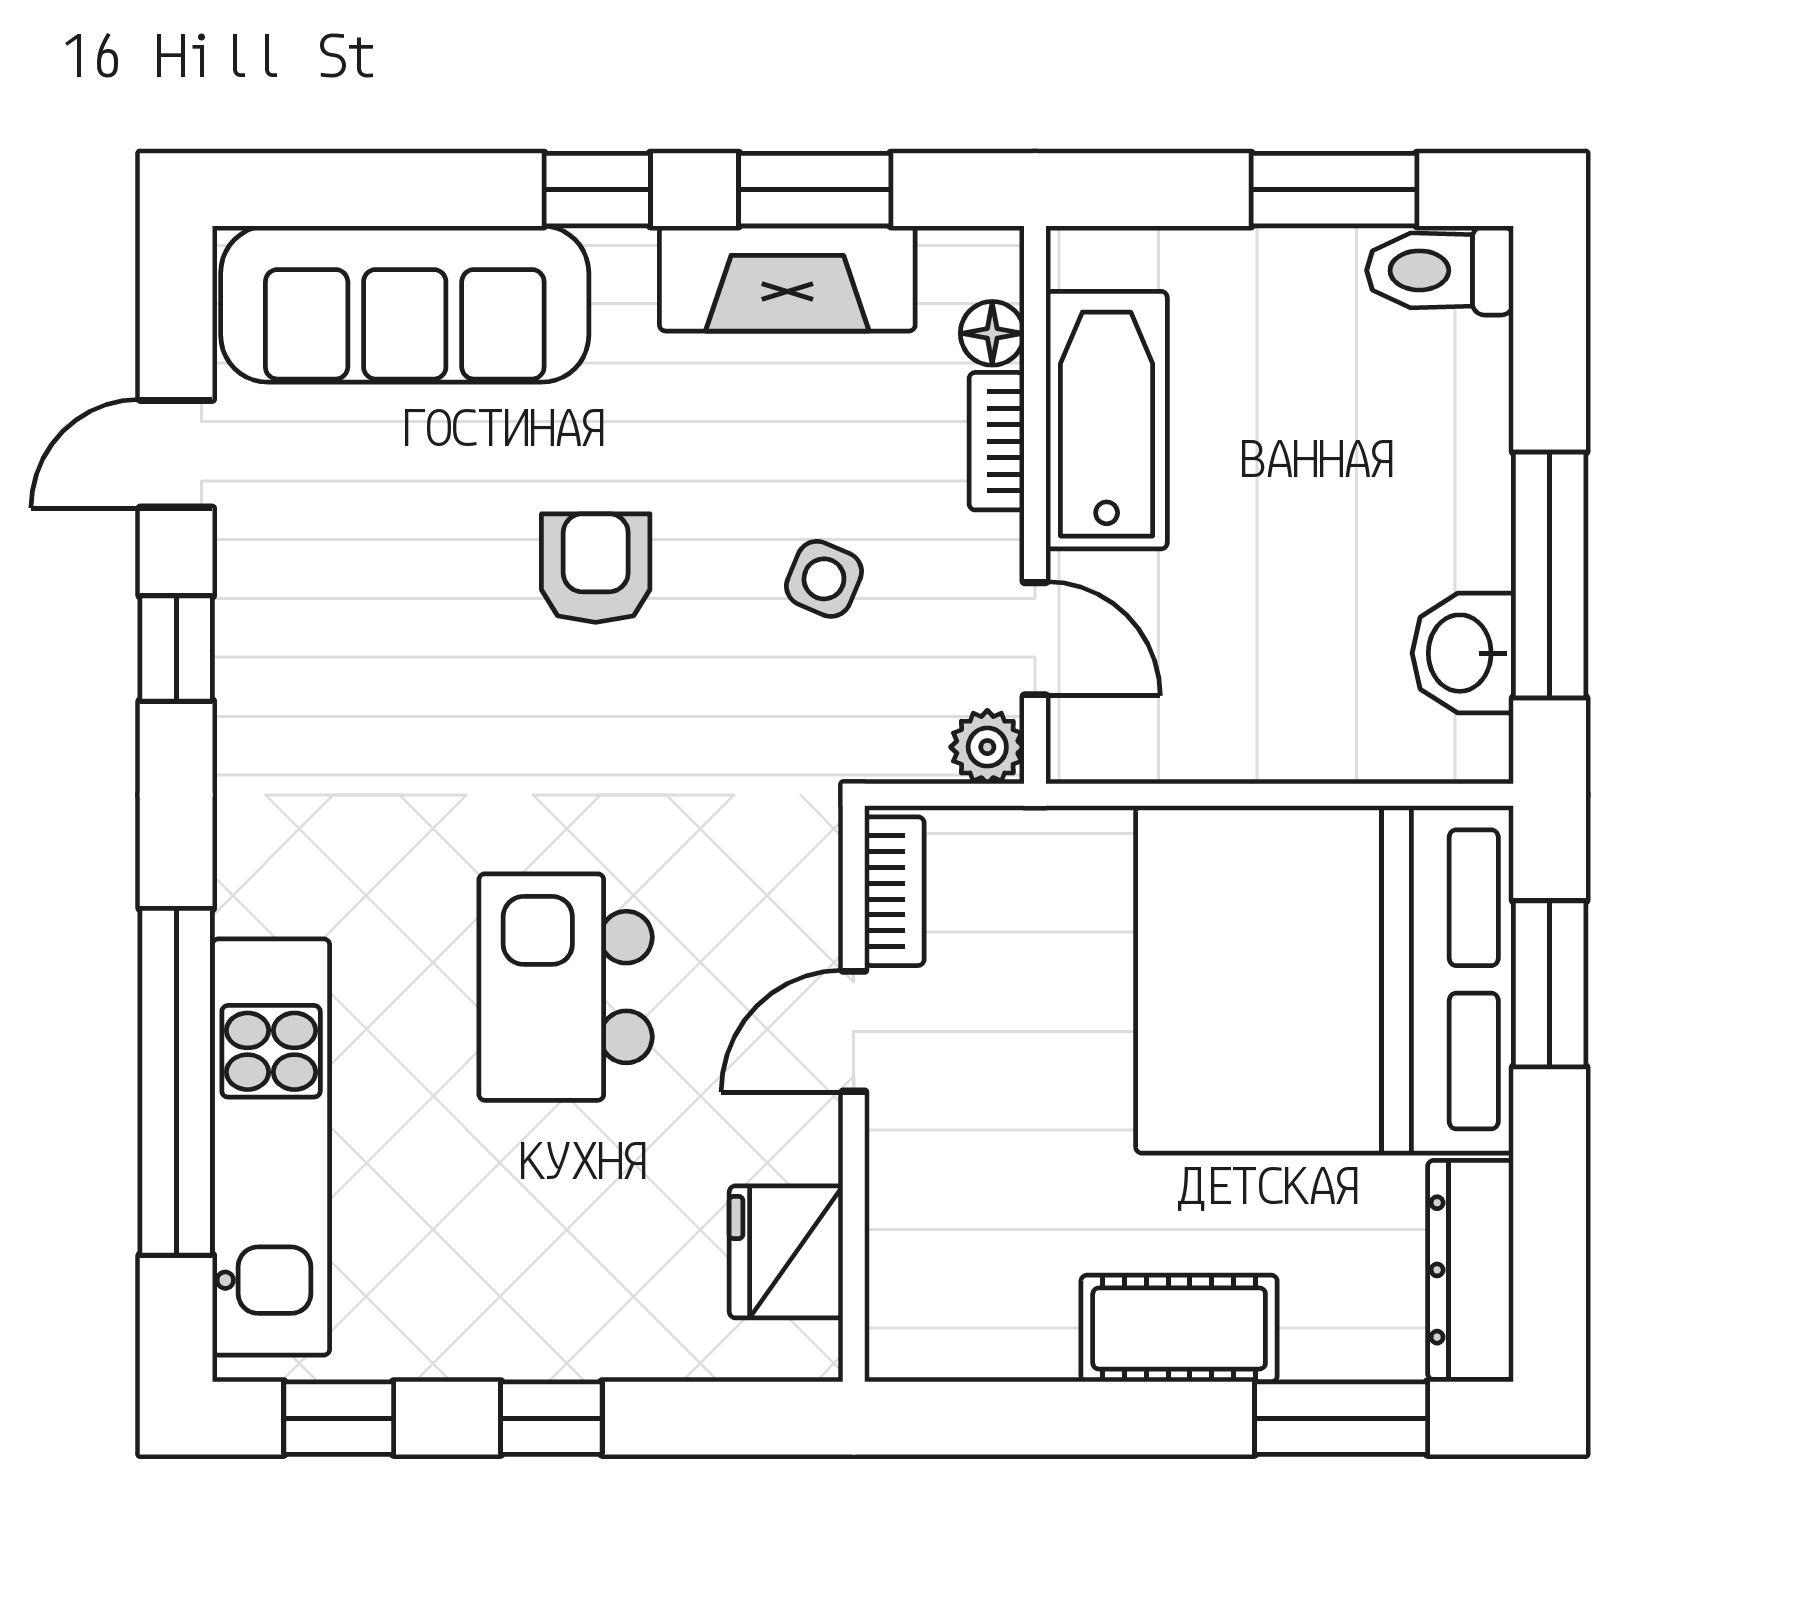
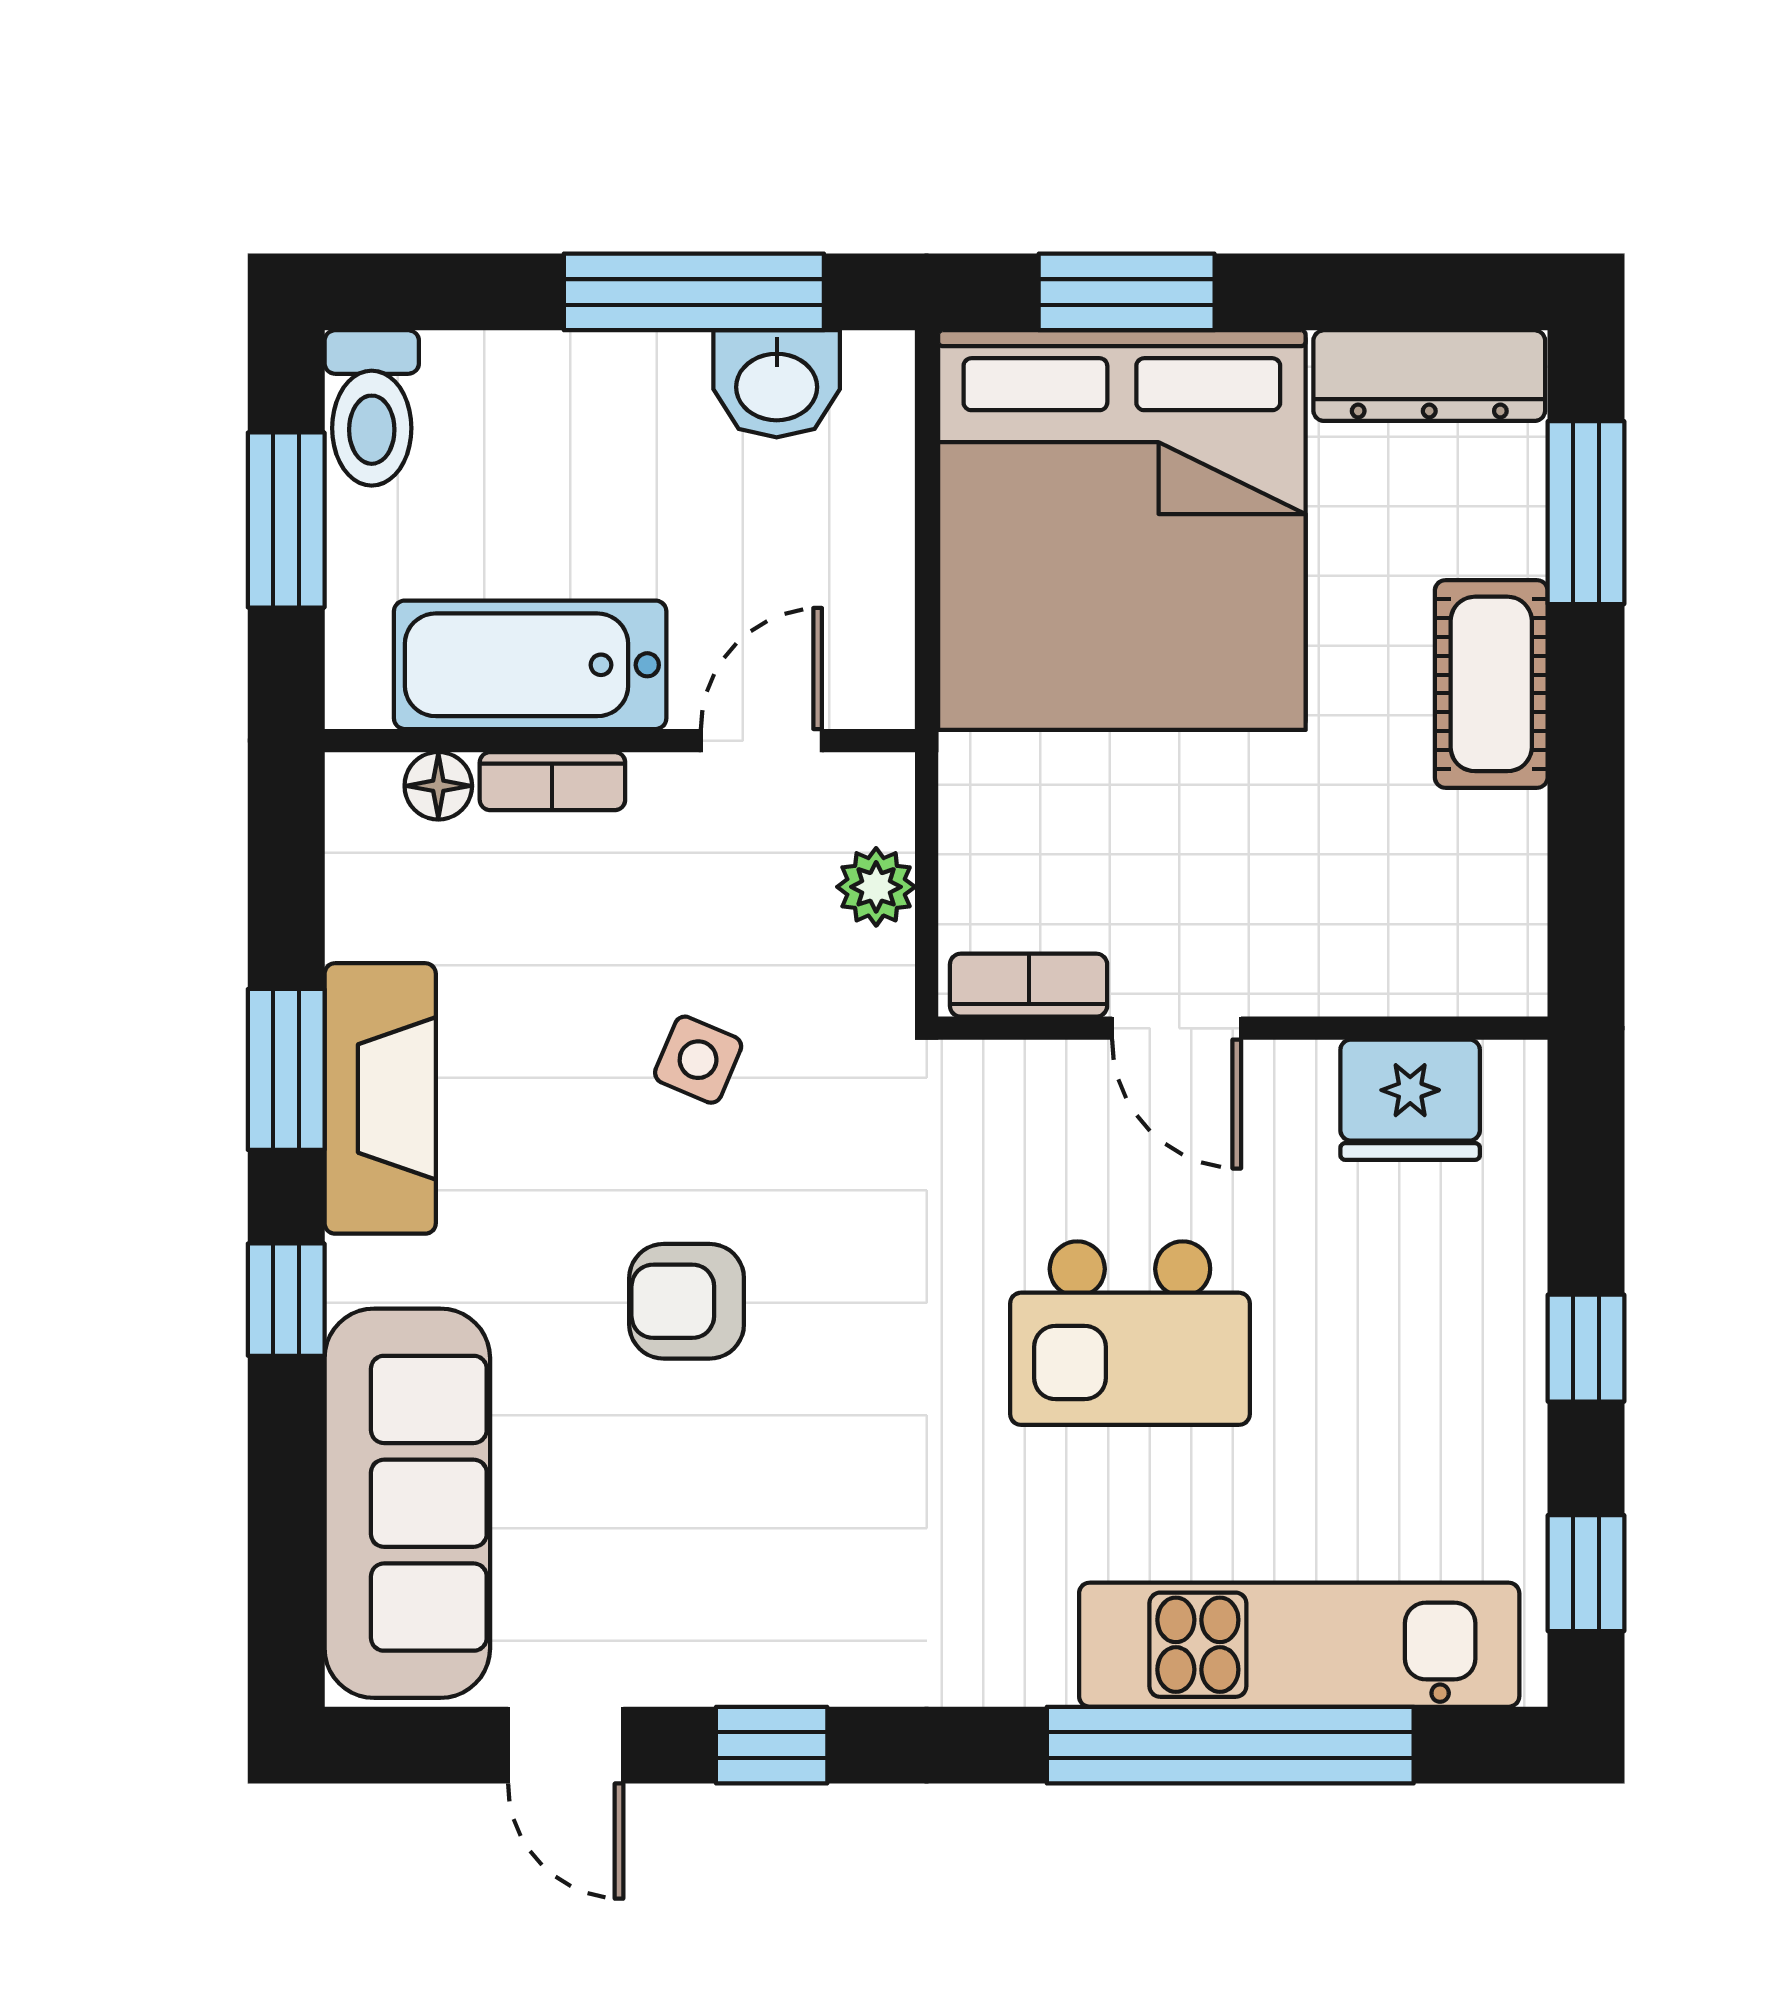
floor lamp: (992, 333) -> (438, 786), moved
bathtub: (1107, 420) -> (530, 665), moved
bookcase: (997, 441) -> (552, 781), moved
wall: (1035, 505) -> (620, 741), moved
door: (1035, 639) -> (761, 741), moved

